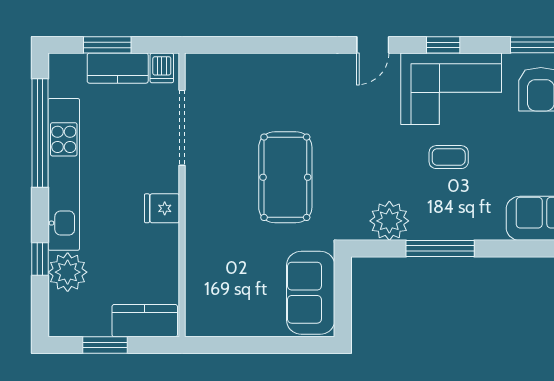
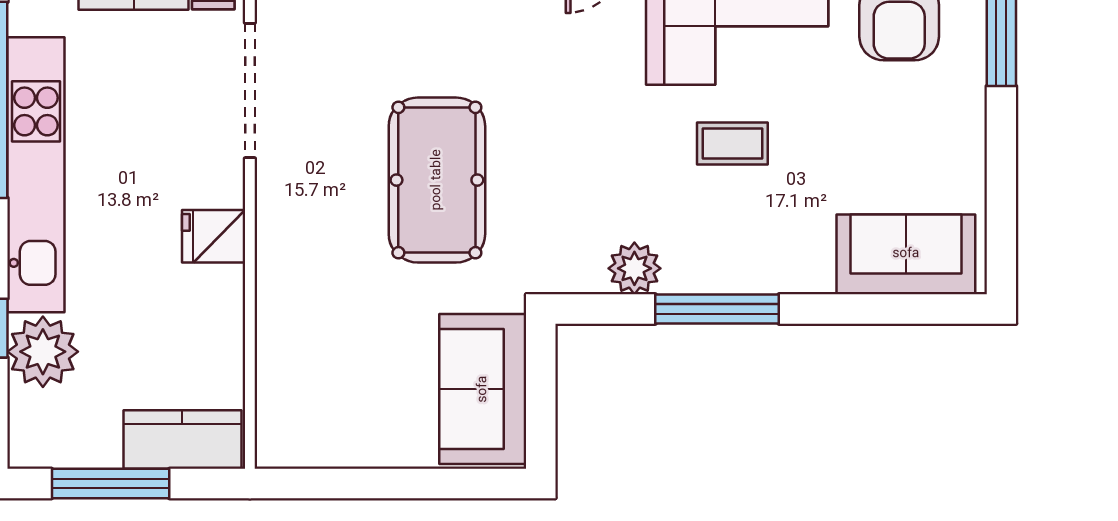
plant: (389, 221) -> (634, 268), width x0.73, depth x0.73
window: (105, 345) -> (111, 484), width x1.44

